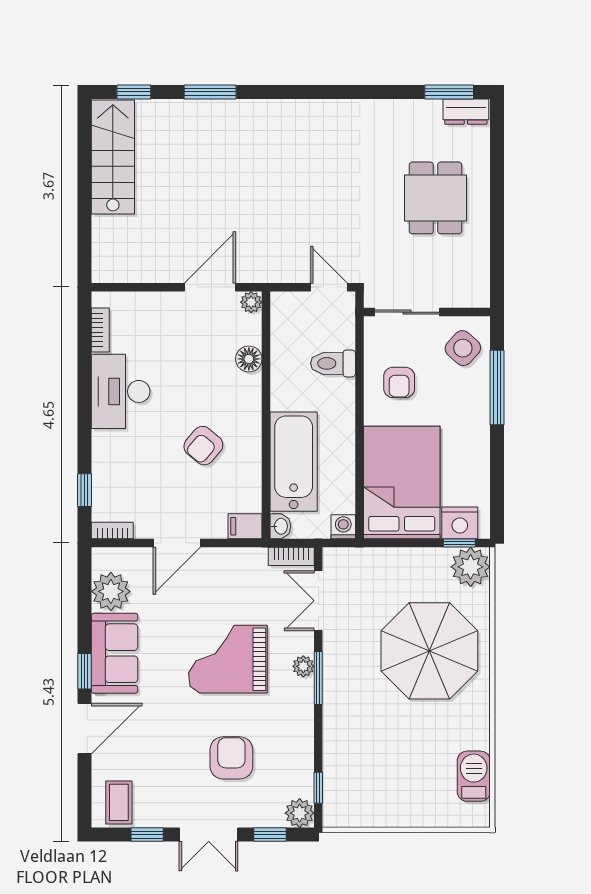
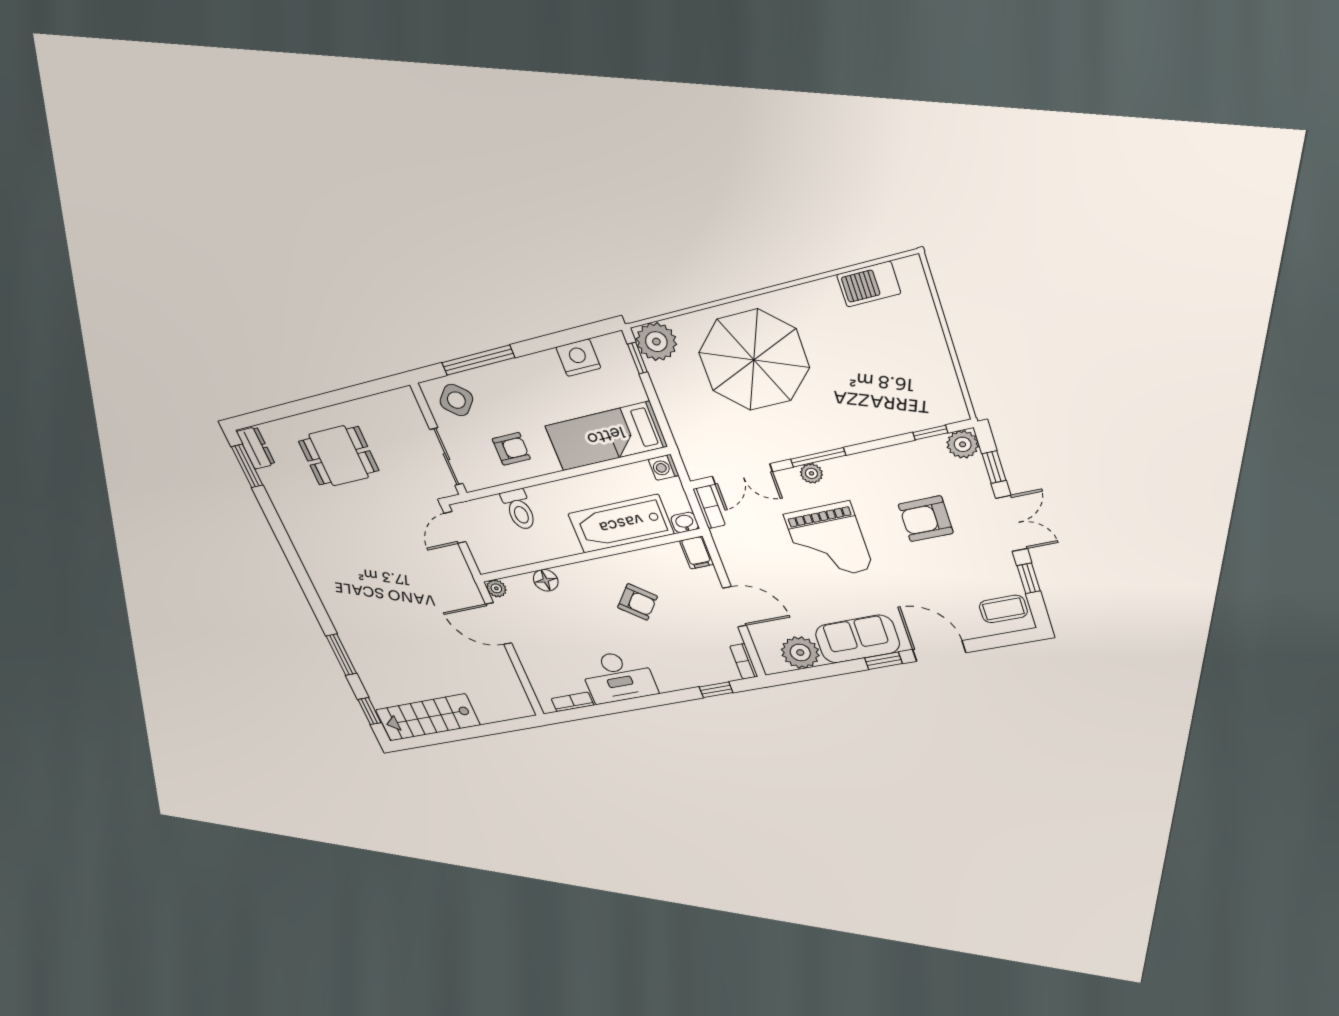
bed: (402, 483) -> (606, 436), width x0.67
nightstand: (460, 523) -> (578, 358), moved, turned -90

